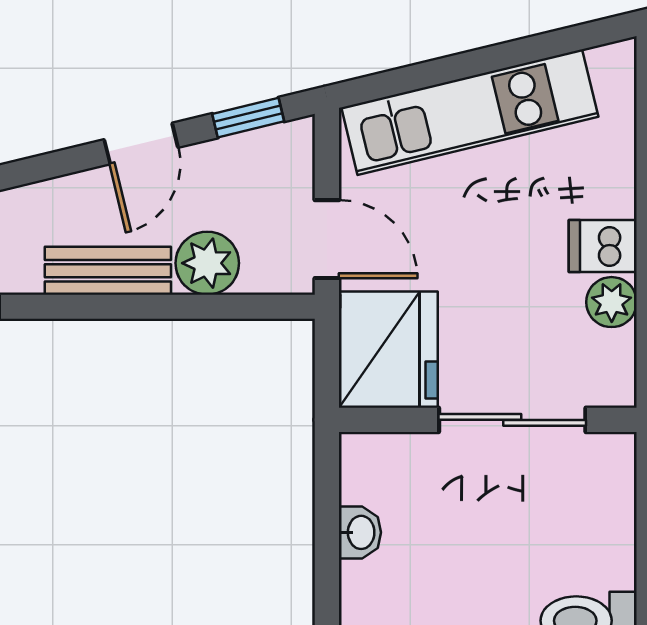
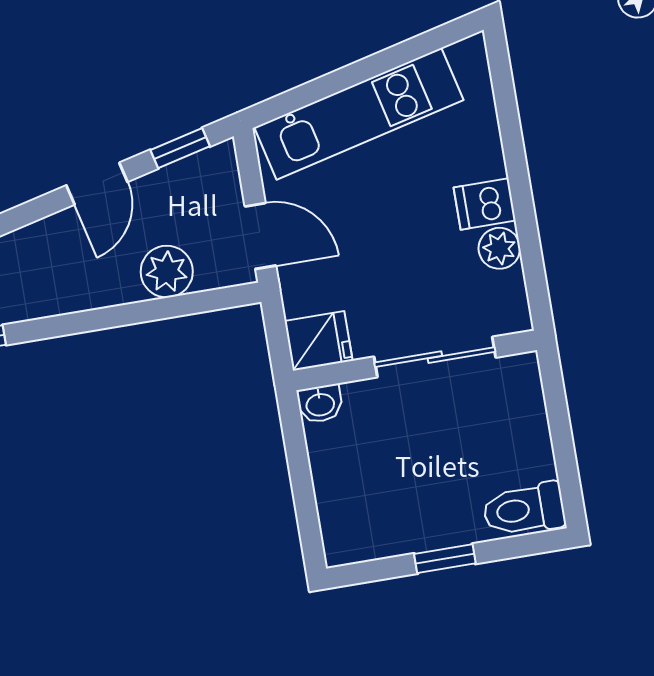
bench: (108, 271) -> (87, 291), removed
fridge: (388, 350) -> (319, 341), width x0.53, depth x0.75
washbasin: (360, 532) -> (320, 404), moved, turned 90

